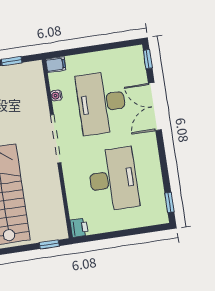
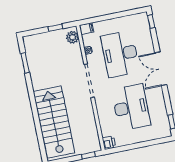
plant: (35, 76) -> (73, 37), added
double door: (155, 107) -> (161, 69), moved

